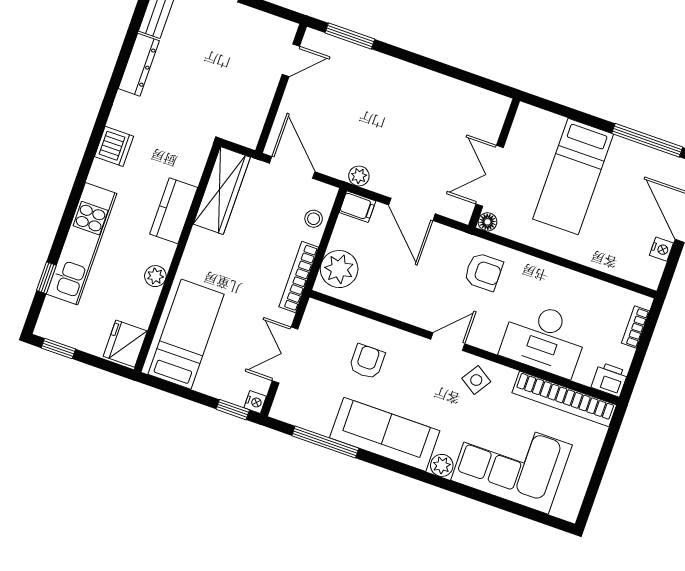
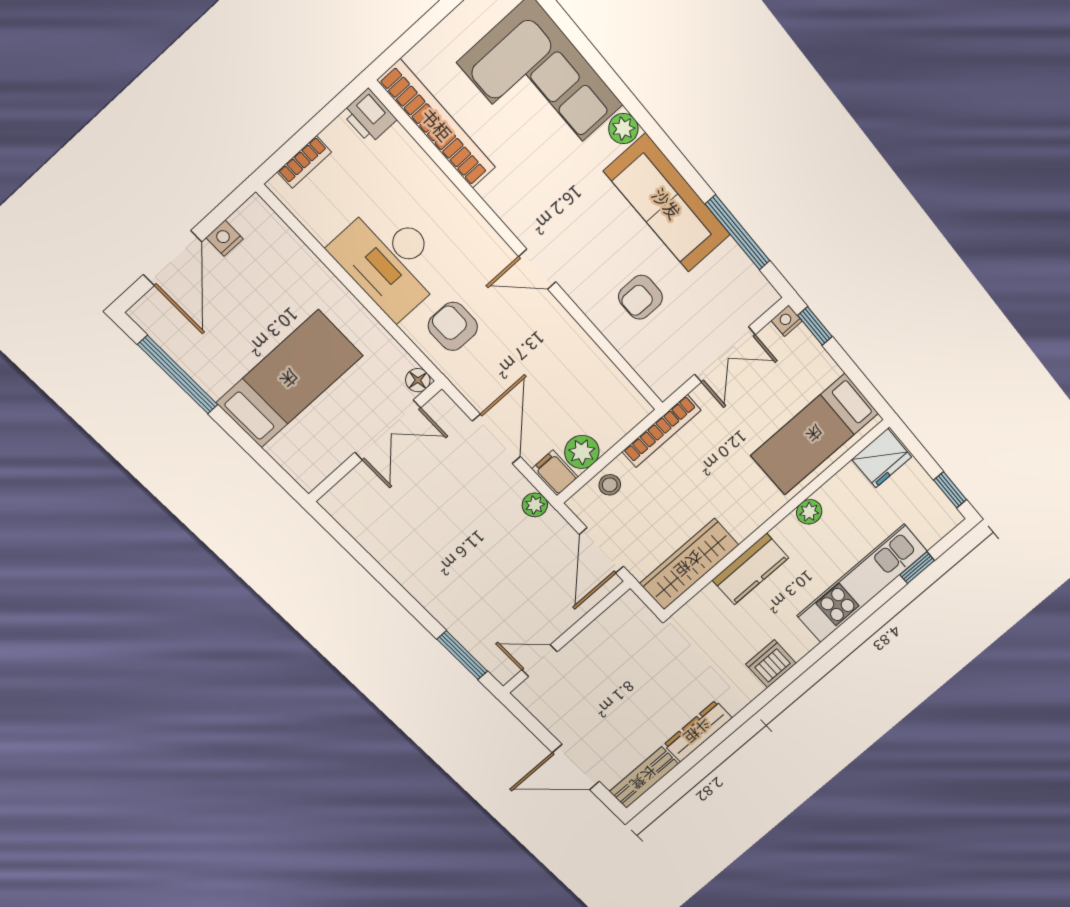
plant: (339, 269) -> (582, 452), moved, width x0.73, depth x0.73
desk: (544, 339) -> (390, 260), moved, turned 180
side table: (476, 380) -> (529, 206), removed

